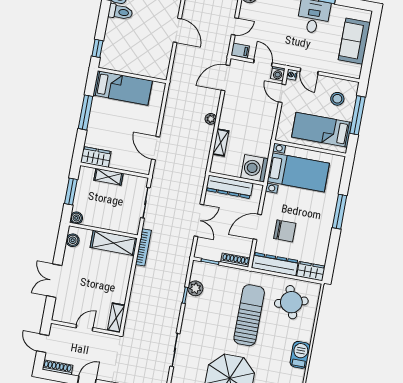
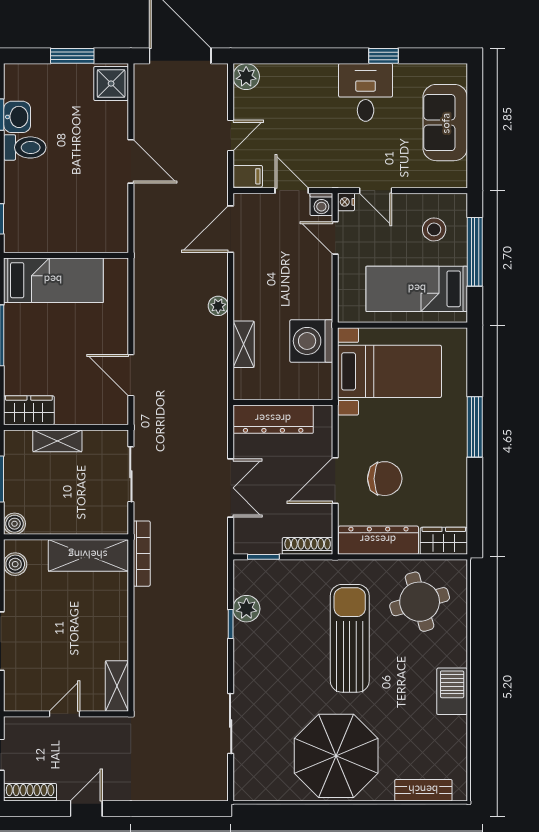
washing machine: (255, 168) -> (311, 341), moved

